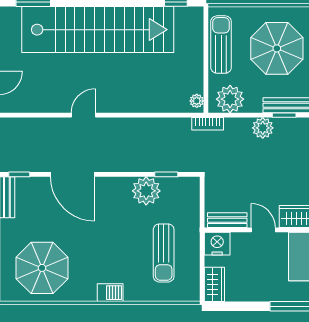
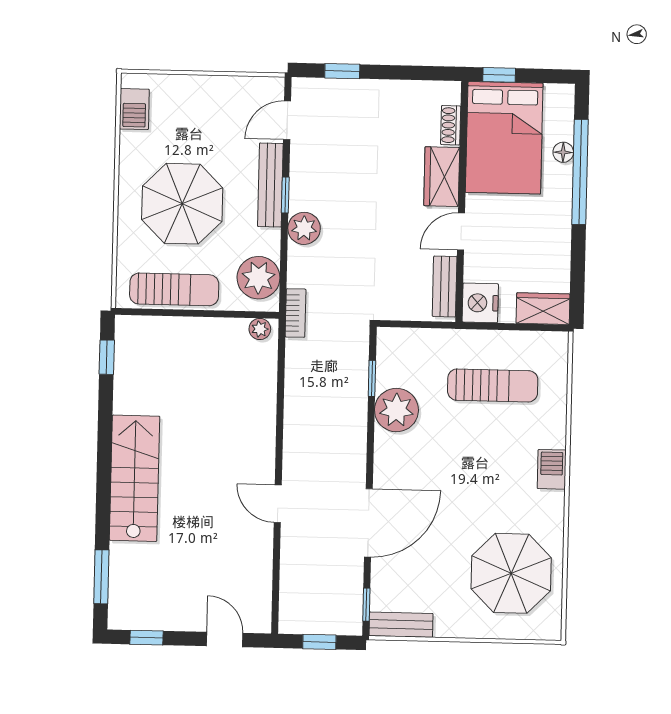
stairs: (98, 30) -> (135, 478), width x0.54, depth x0.66
sun lounger: (221, 45) -> (174, 289), turned 180

